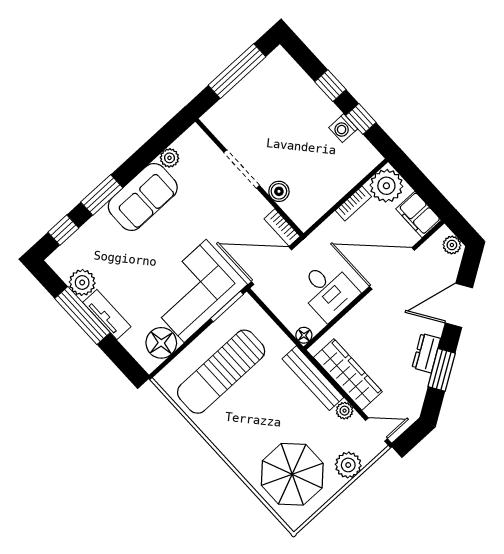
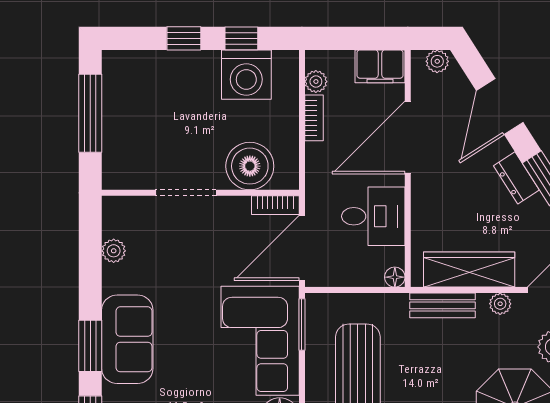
washing machine: (343, 128) -> (246, 75), width x1.89, depth x1.89
plant: (386, 186) -> (316, 82), width x0.53, depth x0.53
boiler: (279, 191) -> (250, 166), width x1.86, depth x1.86
sofa: (143, 197) -> (127, 339), moved
bench: (313, 378) -> (443, 305), width x0.73

